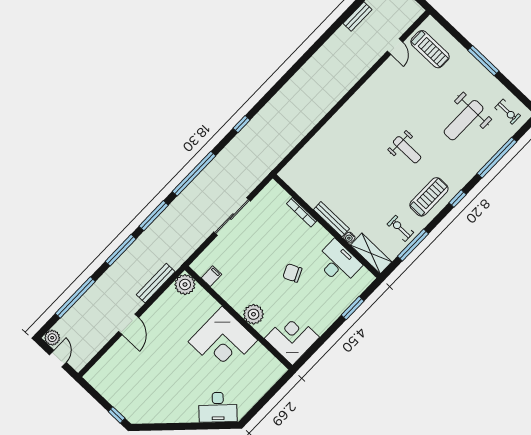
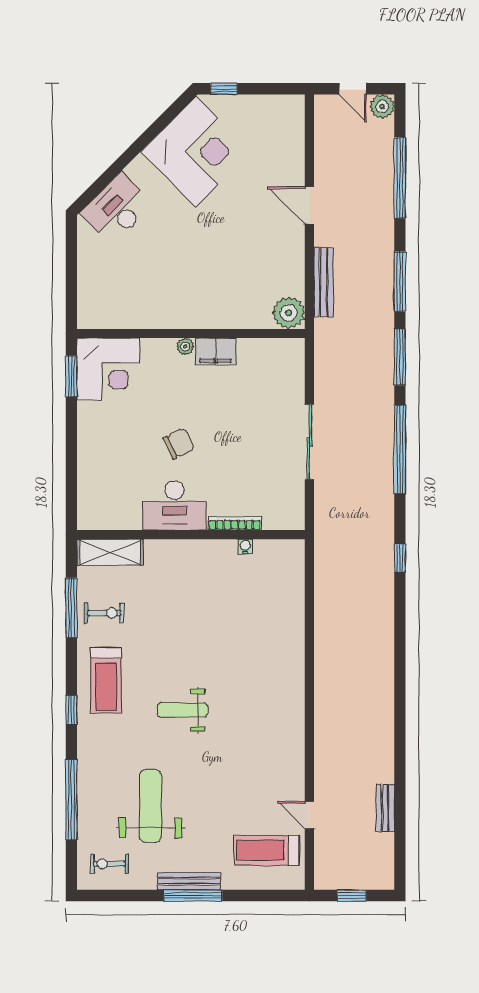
bench: (331, 219) -> (189, 881), moved
water cooler: (349, 238) -> (245, 547), moved
desk: (338, 263) -> (174, 505), moved
filing cabinet: (211, 276) -> (216, 351), moved, width x2.00
window: (353, 308) -> (71, 376), moved
plant: (254, 314) -> (185, 346), width x0.53, depth x0.53
corner desk: (223, 341) -> (196, 152), moved, turned 135

